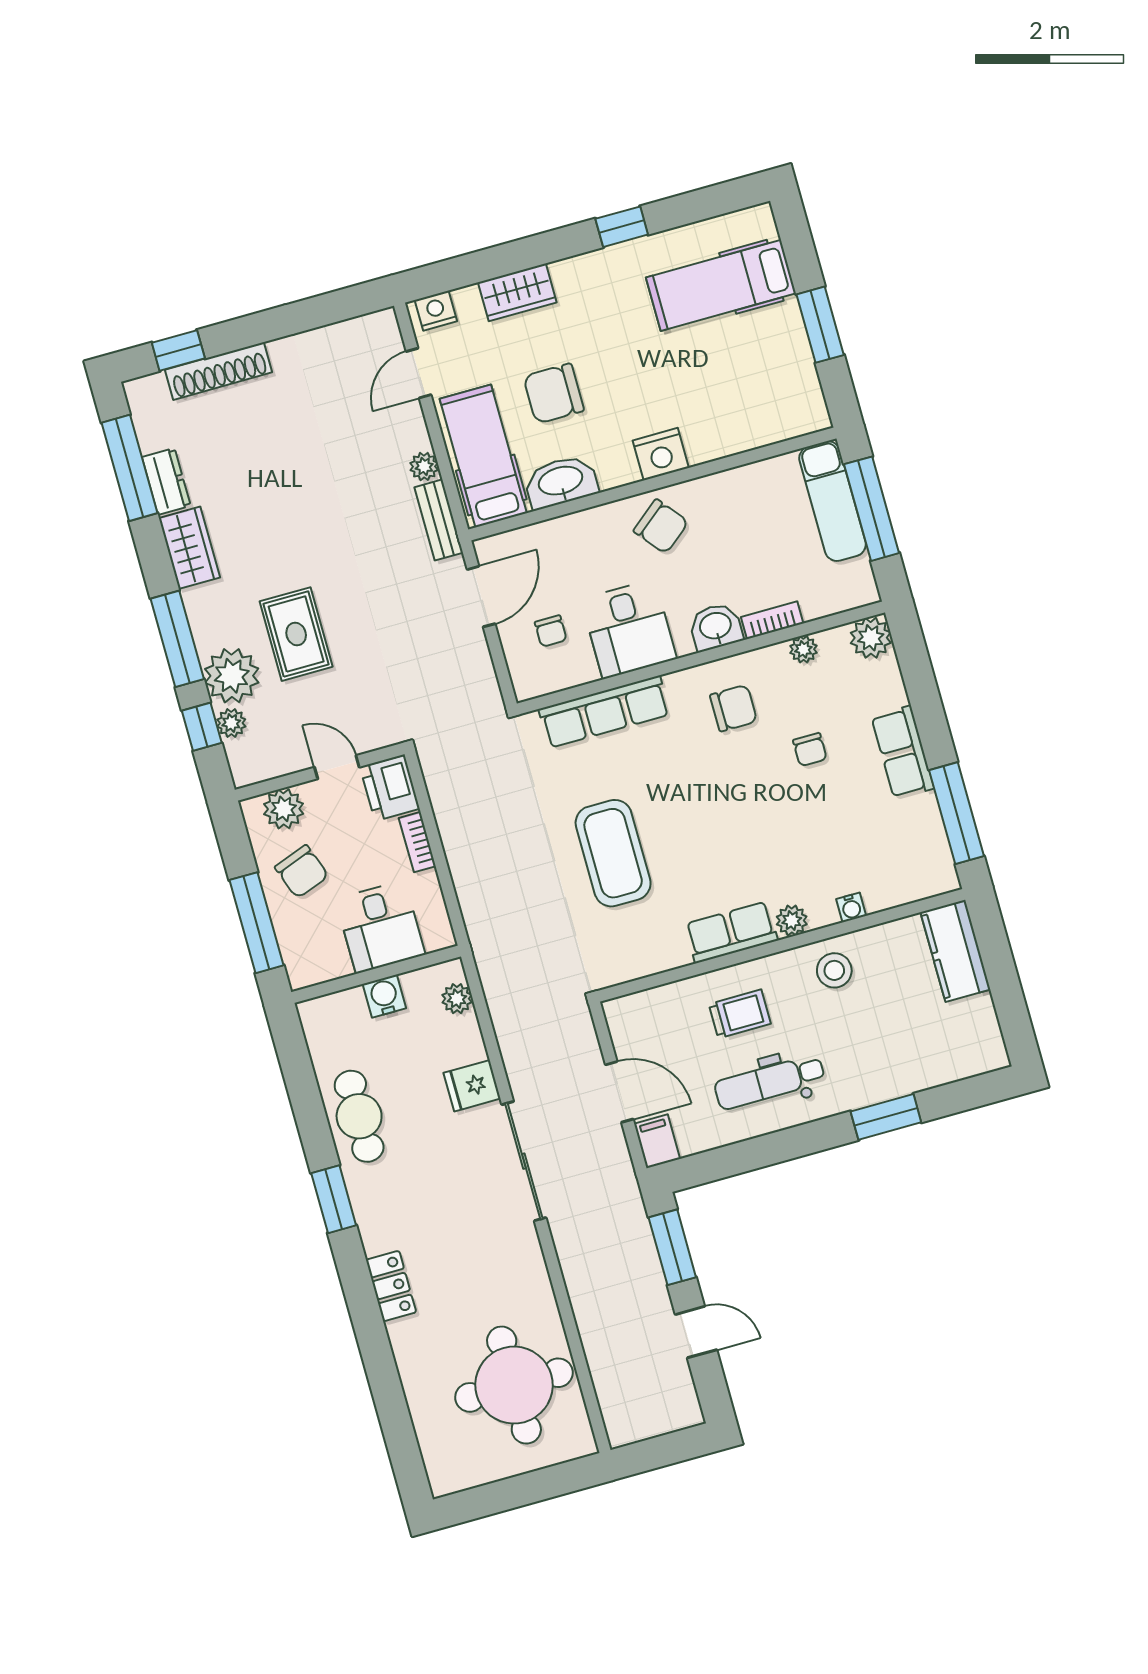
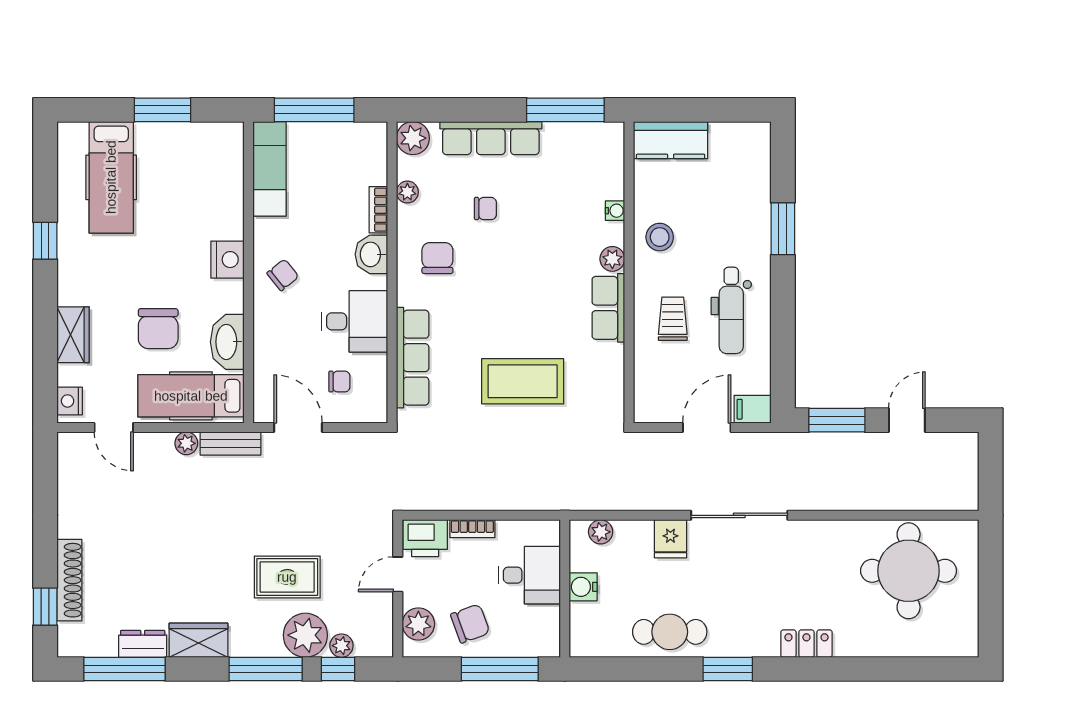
exam couch: (833, 501) -> (269, 169), moved, turned -90
chair: (661, 526) -> (283, 275), width x0.73, depth x0.73
row of seats: (903, 752) -> (491, 138), width x1.48

